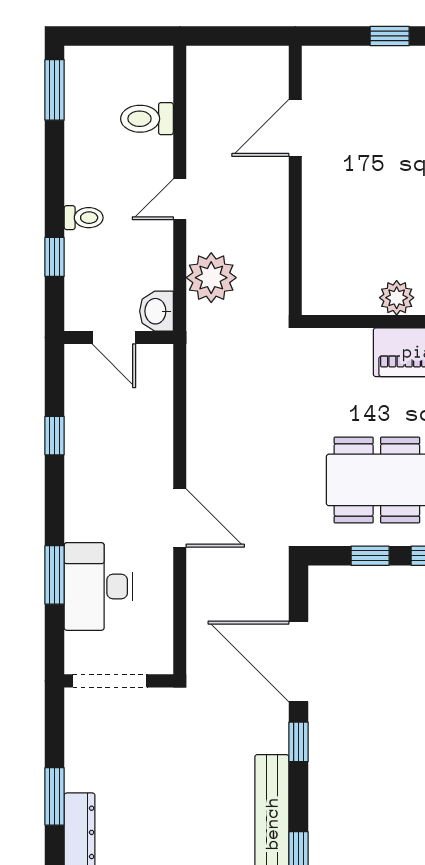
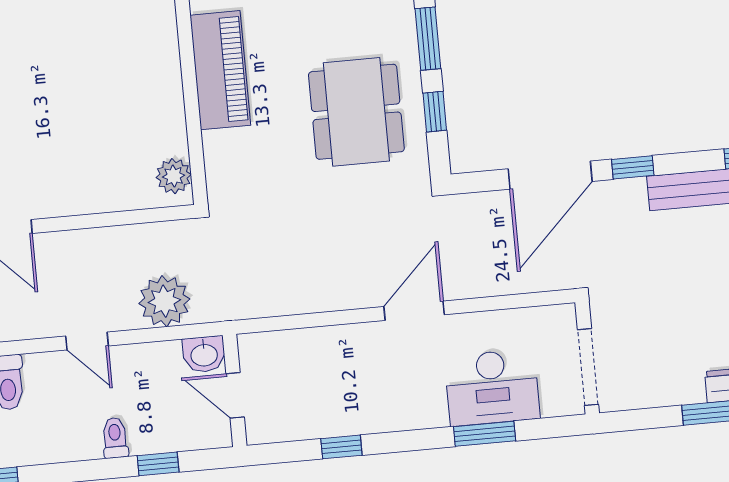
plant: (397, 298) -> (174, 176), moved
door: (114, 338) -> (235, 395), swing flipped

